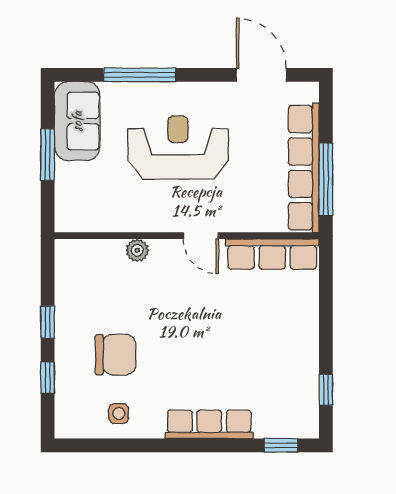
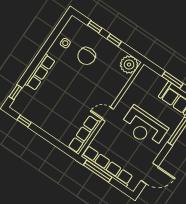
reception desk: (178, 148) -> (144, 127), turned 90
plant: (137, 250) -> (129, 65), moved, width x1.87, depth x1.87

